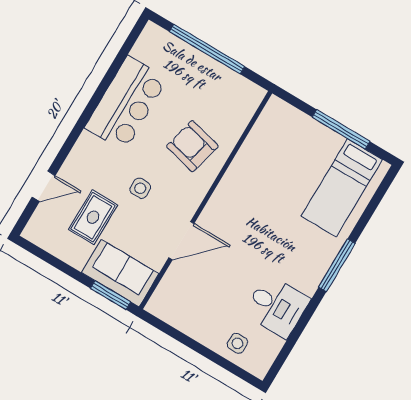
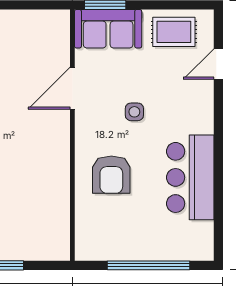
armchair: (192, 146) -> (111, 175), turned 76
rug: (93, 217) -> (174, 32), moved, turned 90

